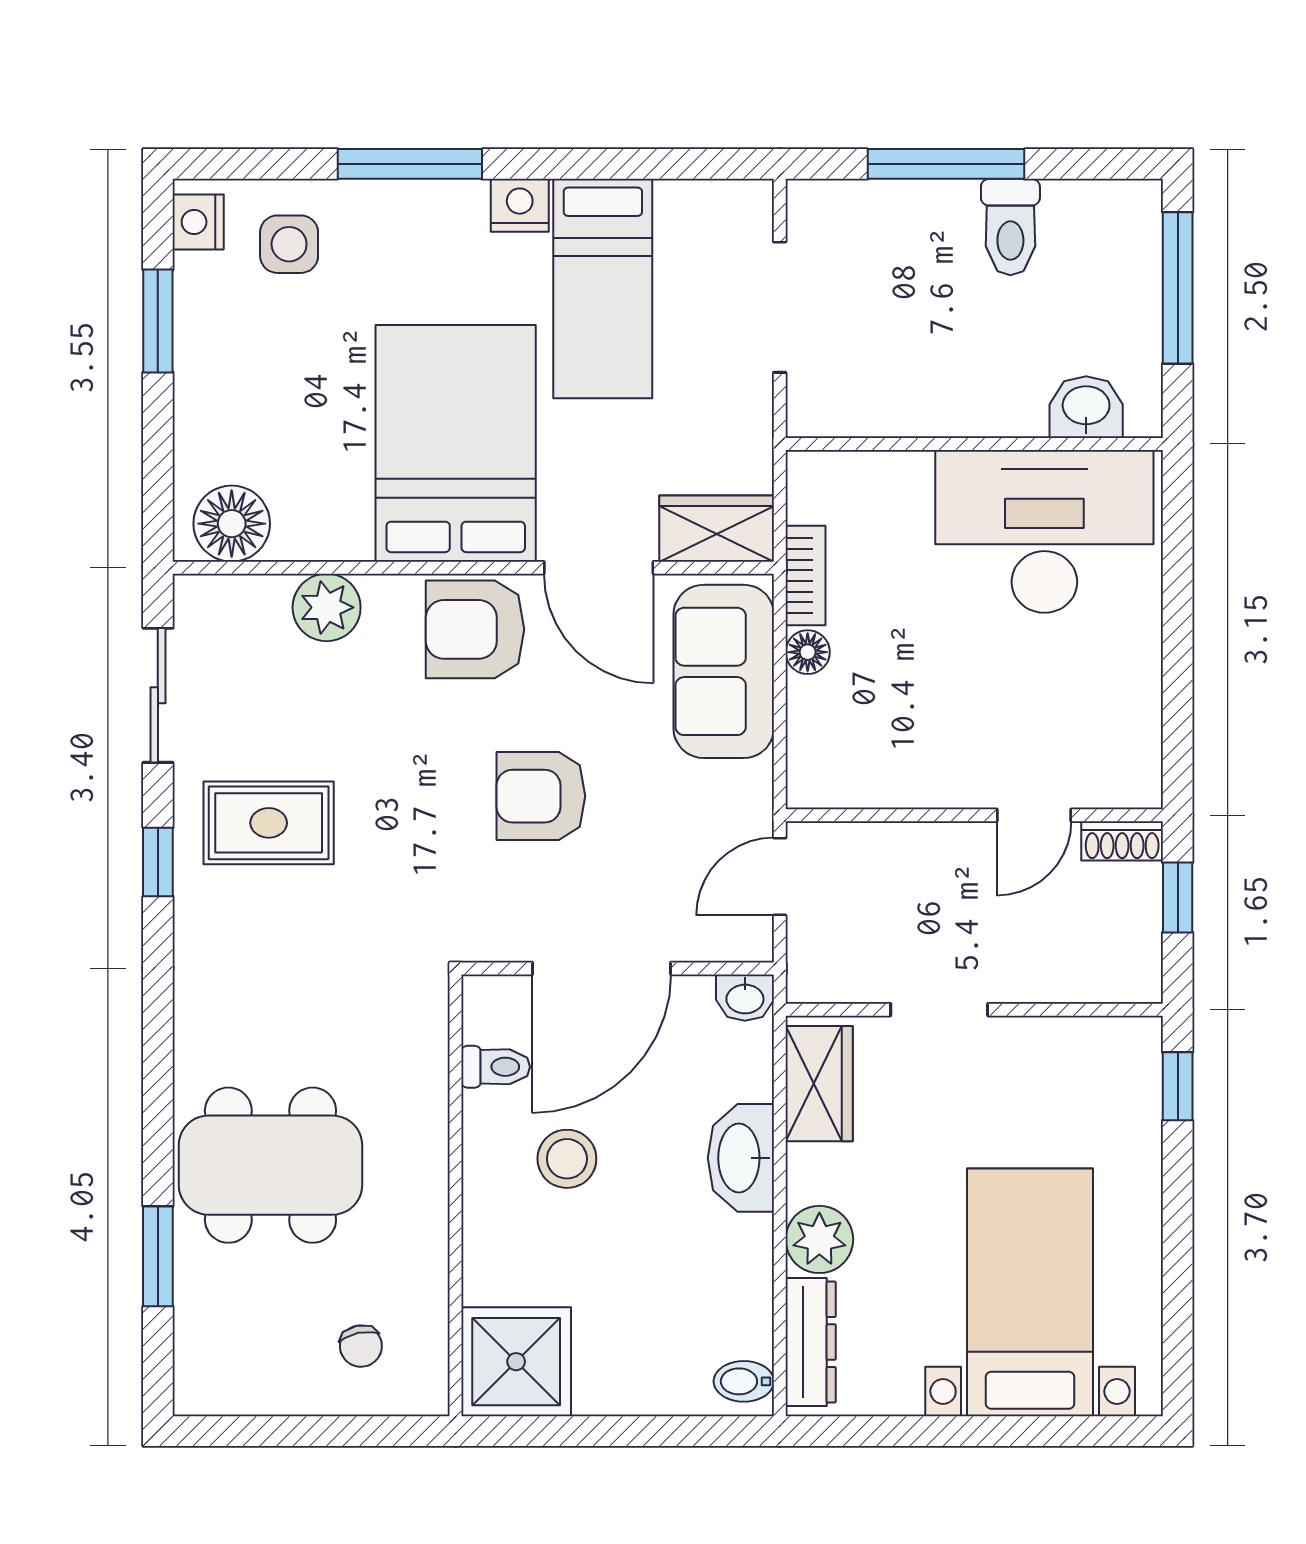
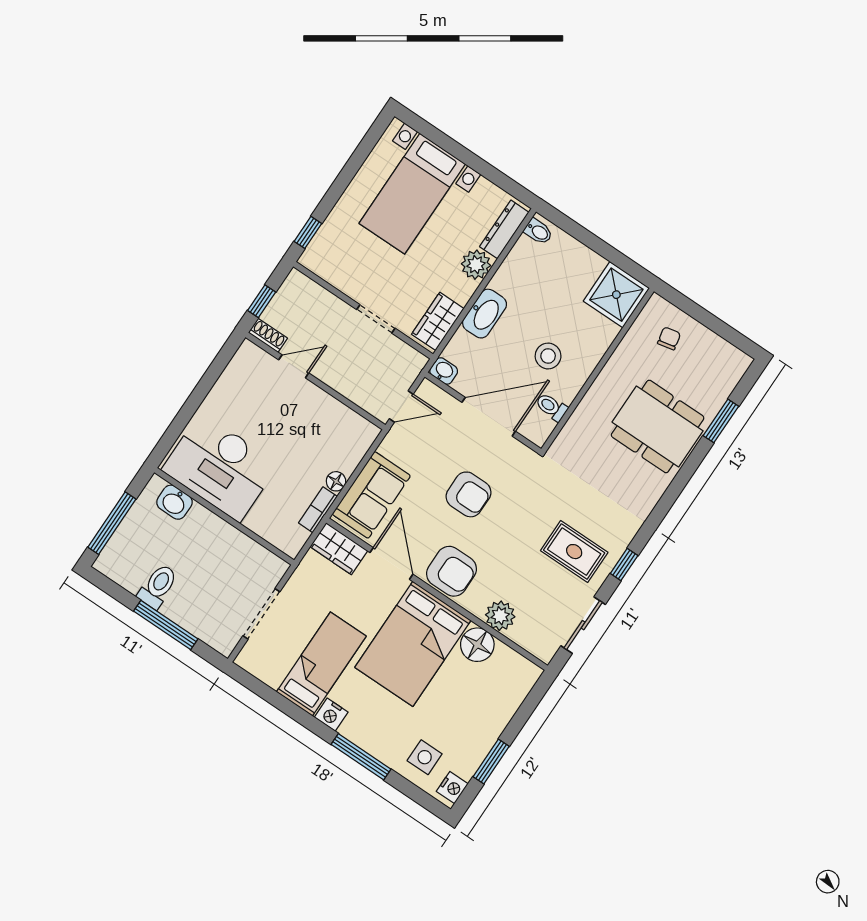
floor lamp: (232, 524) -> (477, 645), moved

